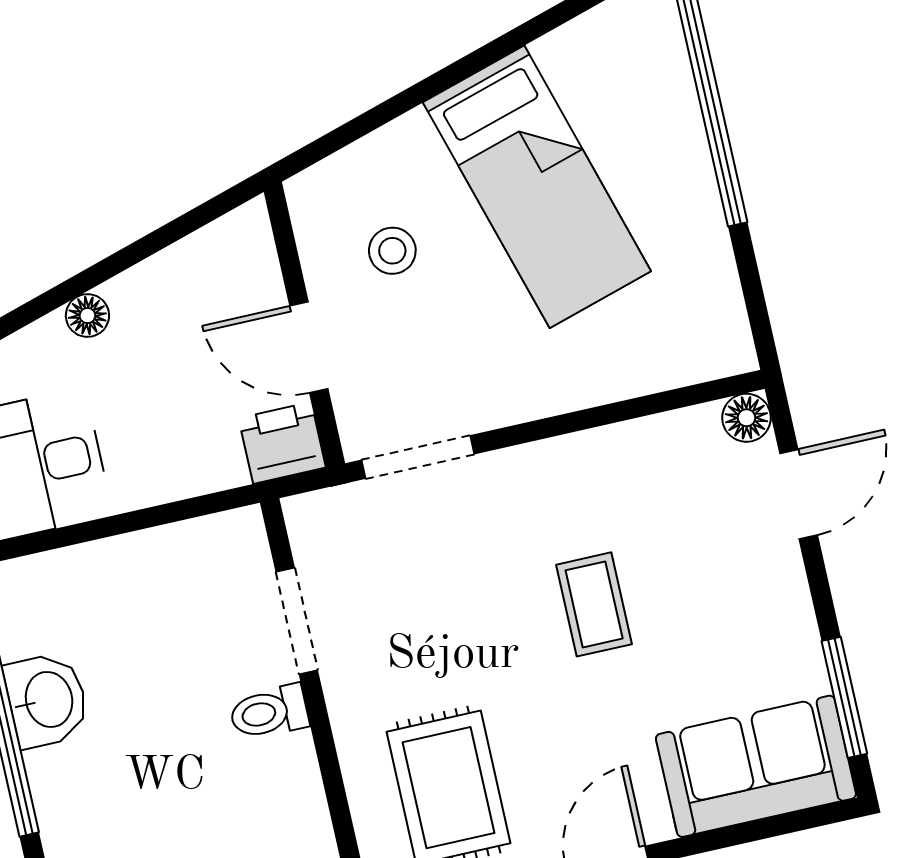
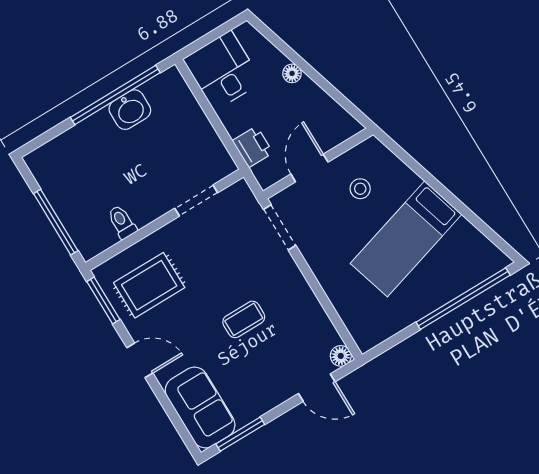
printer: (282, 443) -> (253, 147), moved
toilet: (269, 712) -> (122, 222), moved

